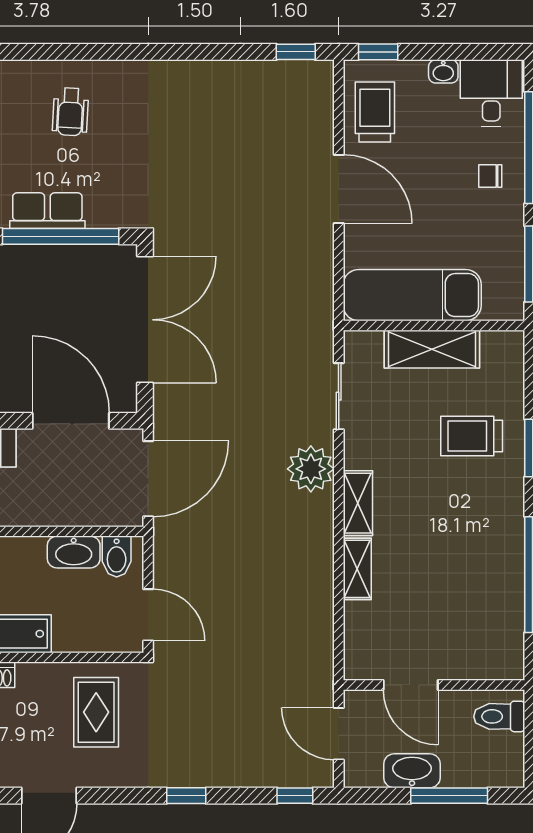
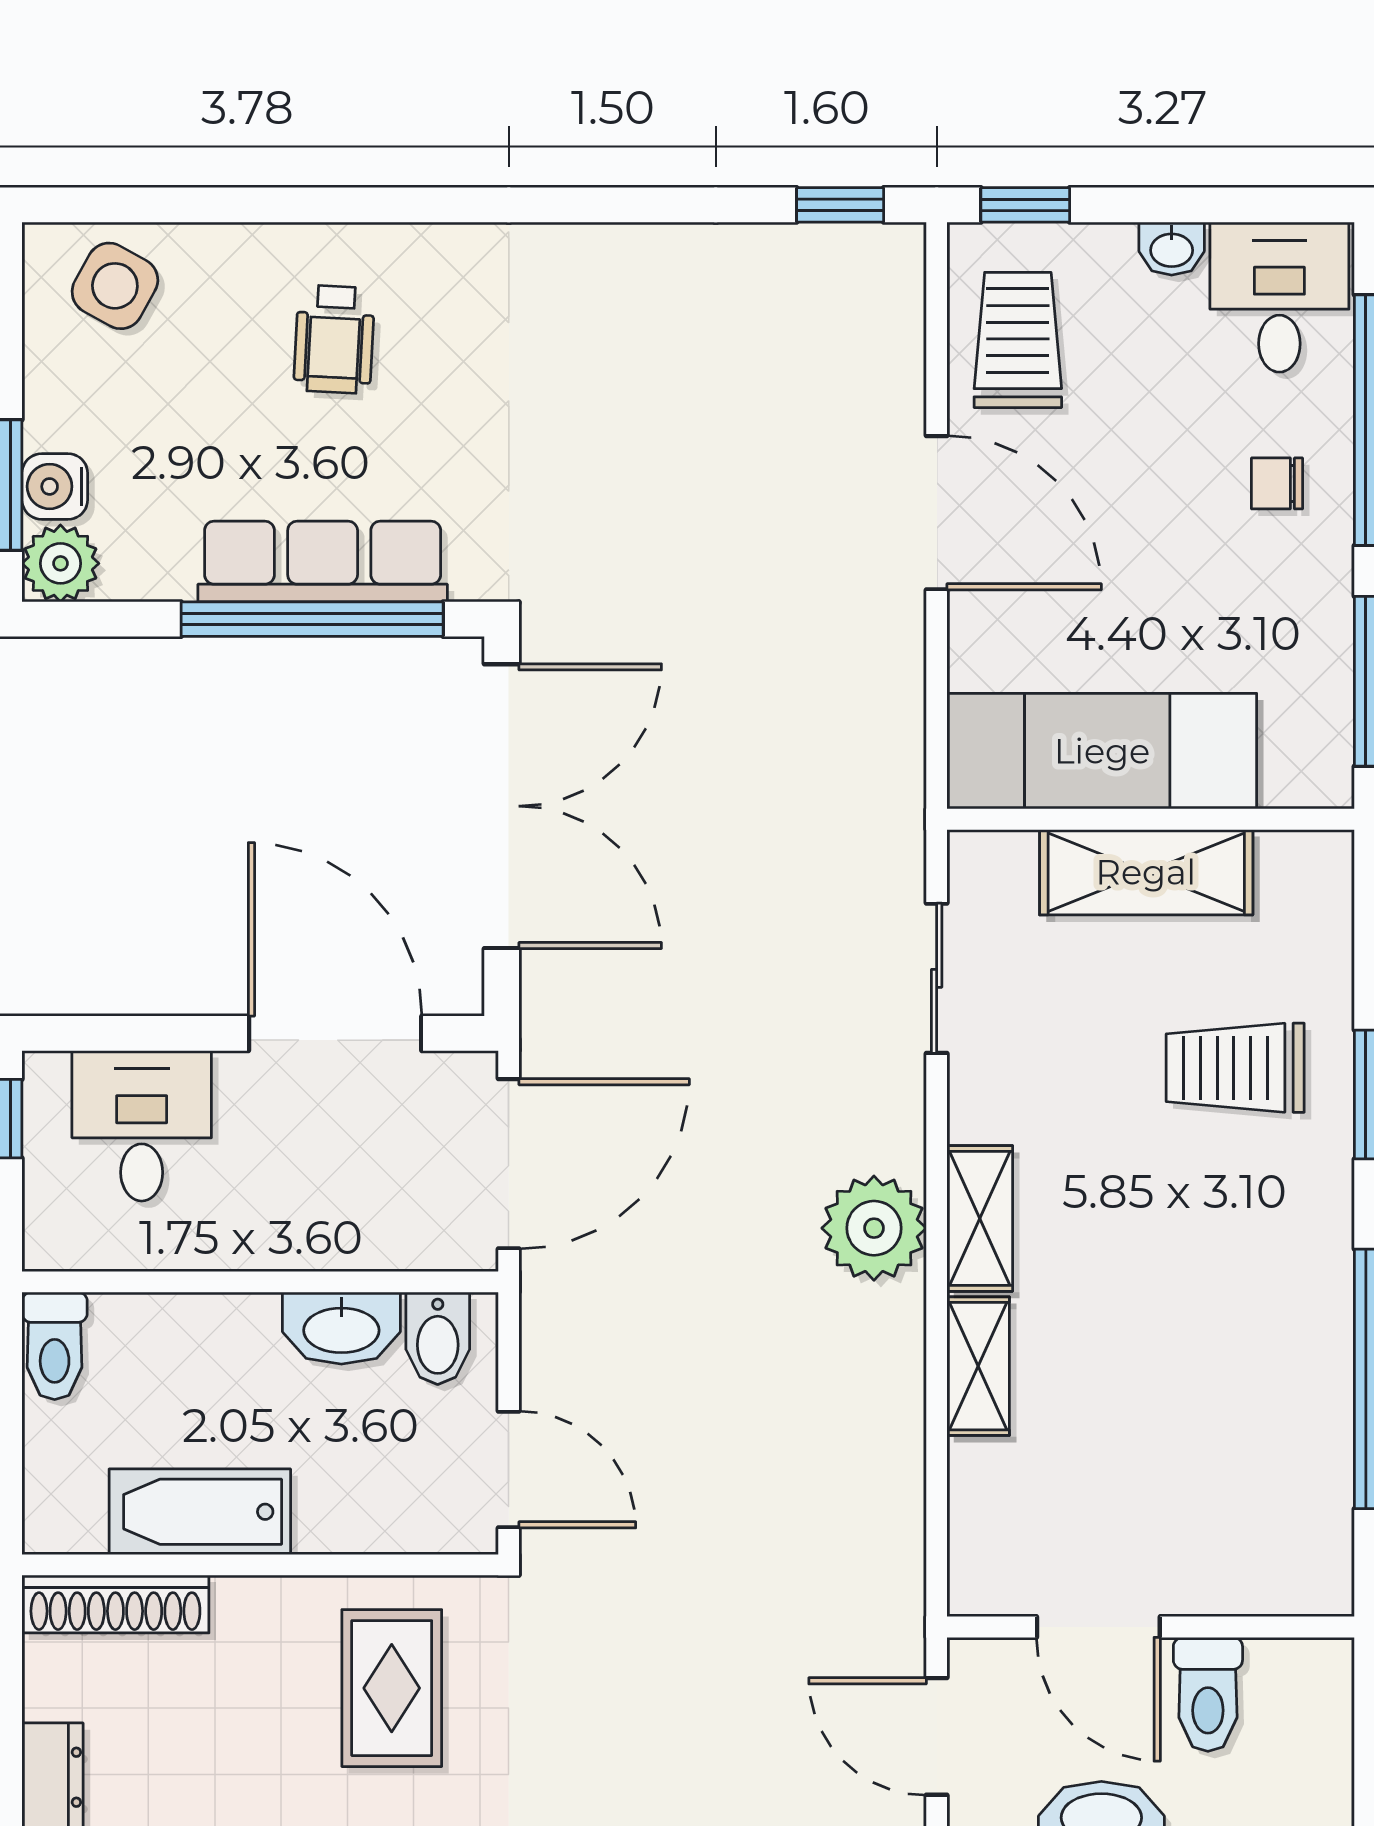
row of seats: (47, 211) -> (323, 562), width x1.48
plant: (311, 469) -> (874, 1228), moved
toilet: (499, 716) -> (1208, 1694), moved, turned -90

